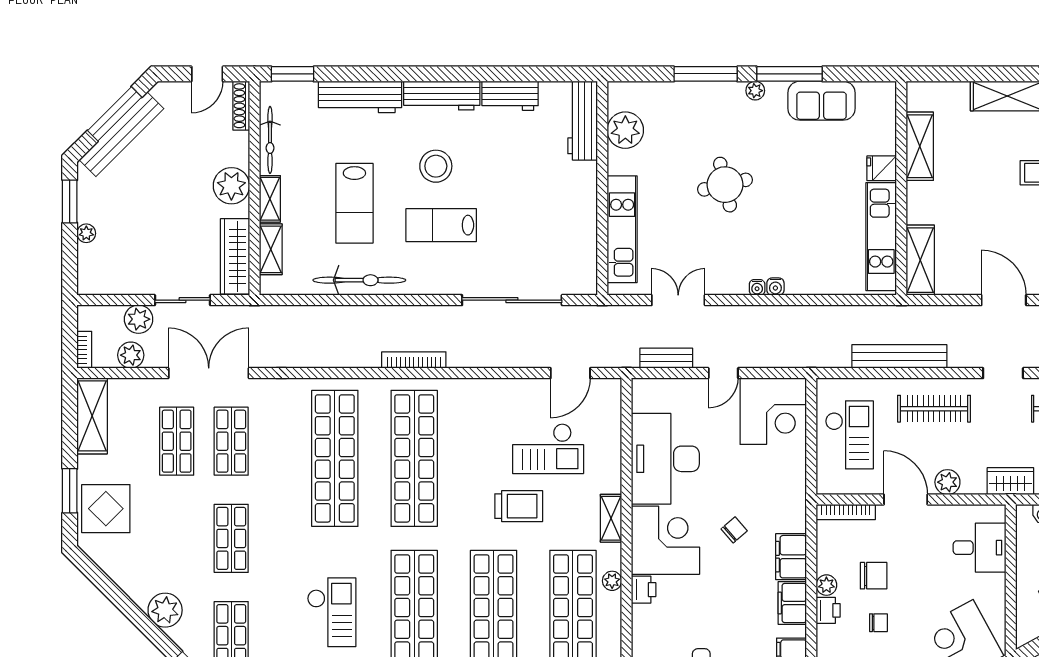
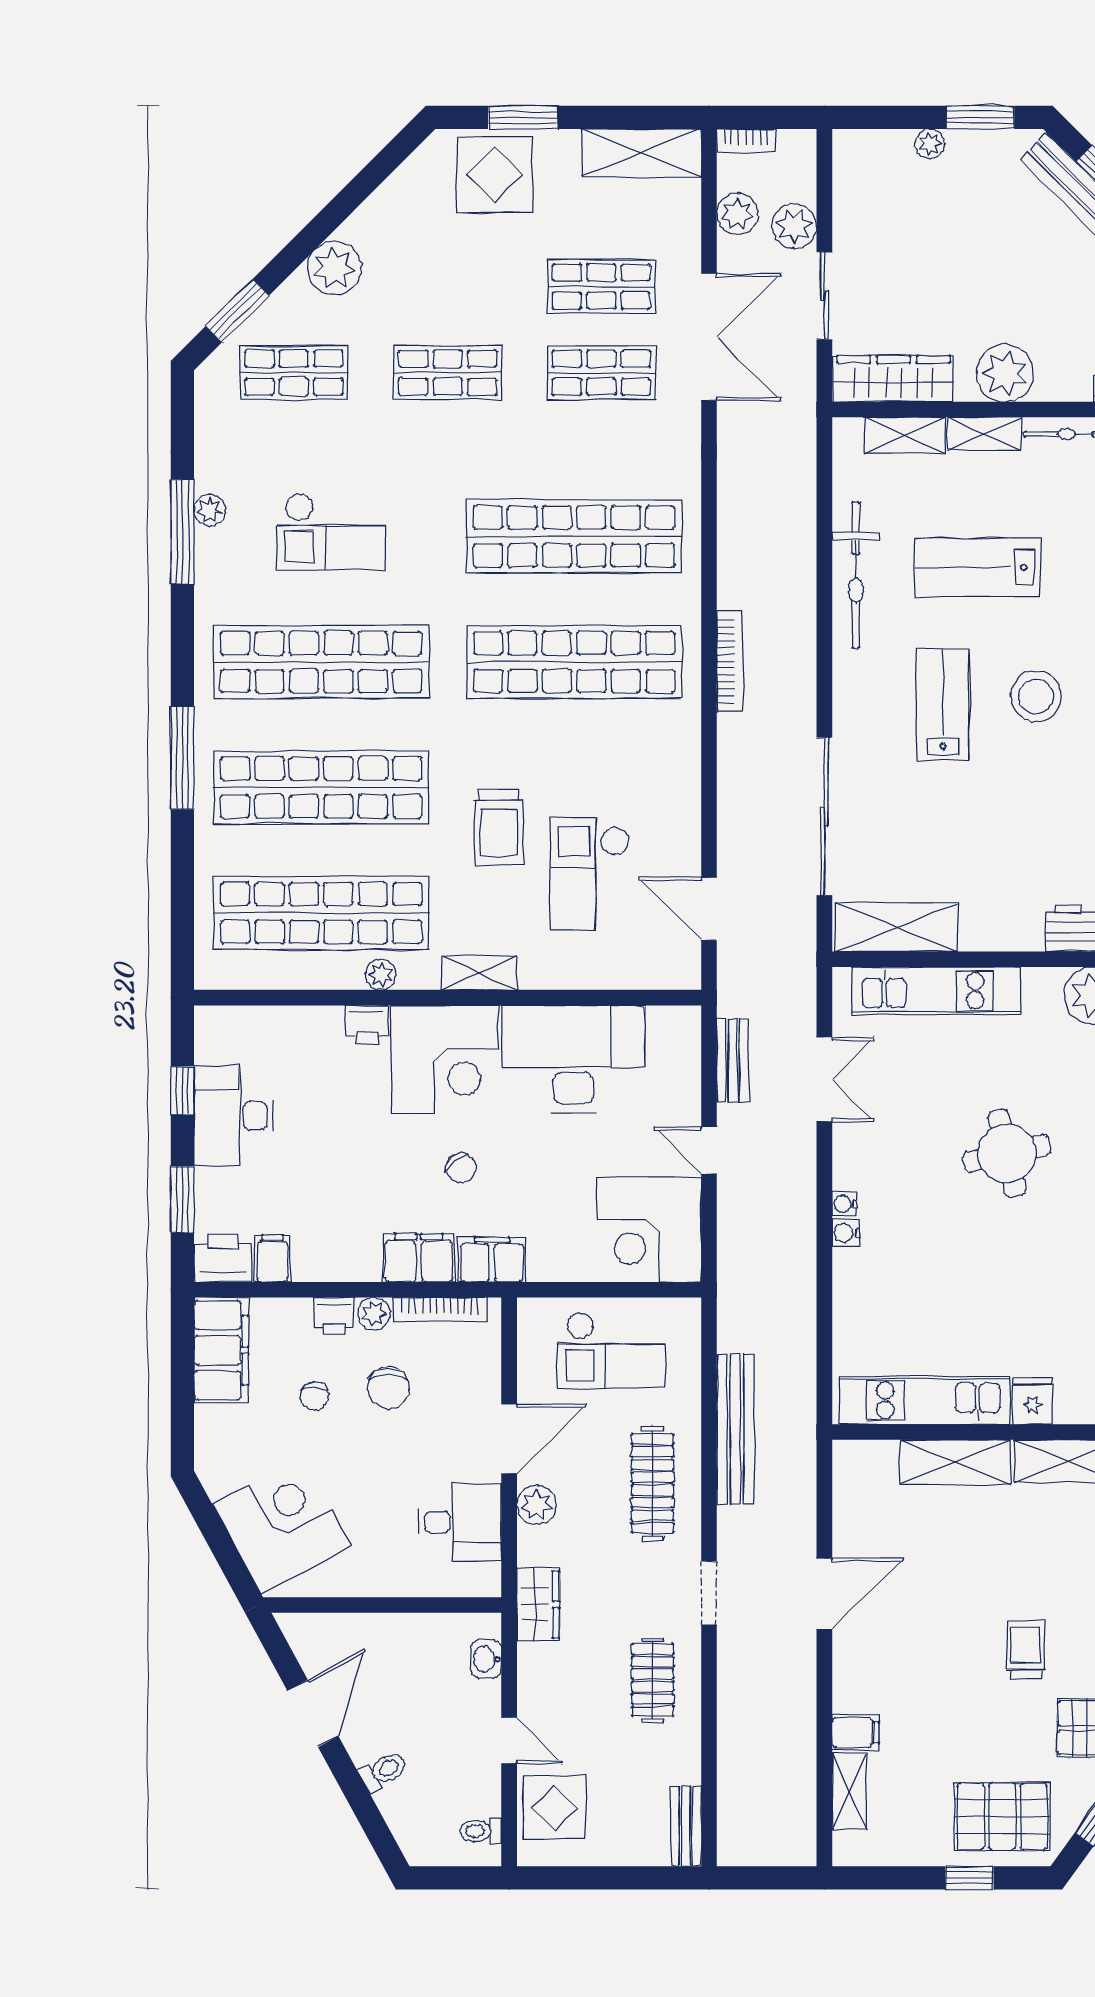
shelving: (582, 254) -> (897, 927), added
shelving: (920, 260) -> (955, 1462), moved
bookcase: (846, 512) -> (440, 1309), moved, turned -90
desk: (980, 548) -> (460, 1522), moved, turned -90
filing cabinet: (792, 603) -> (492, 1260), moved

